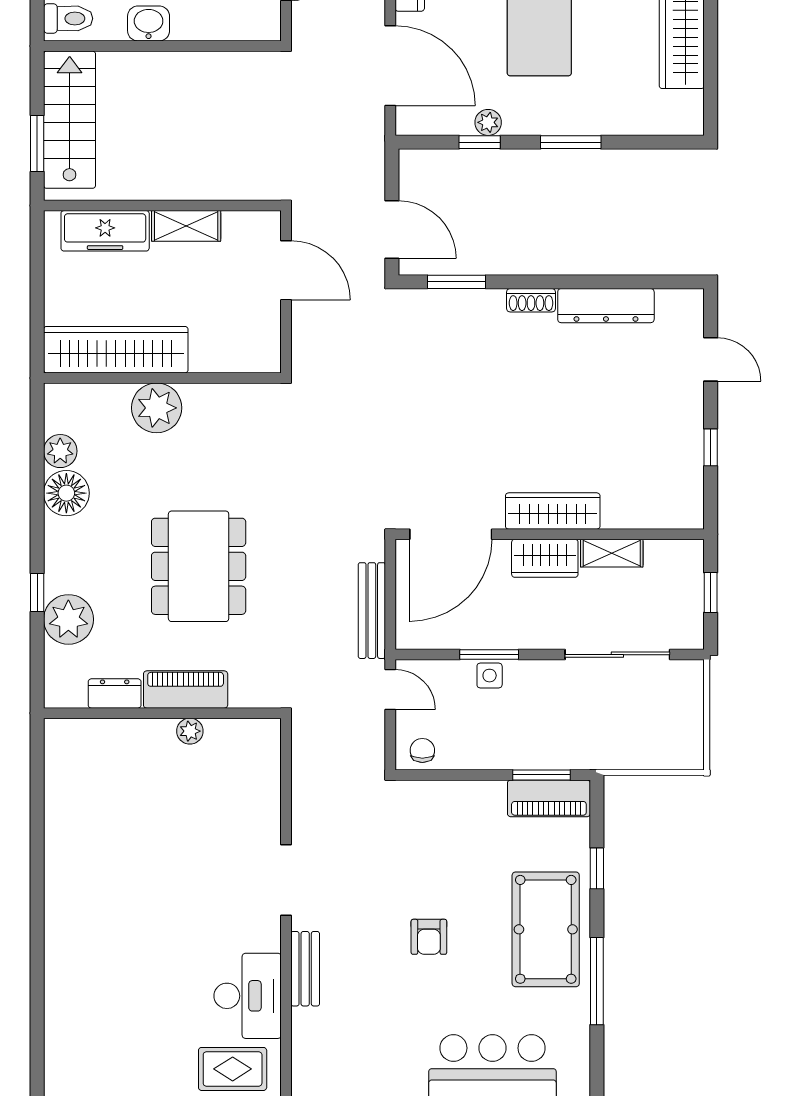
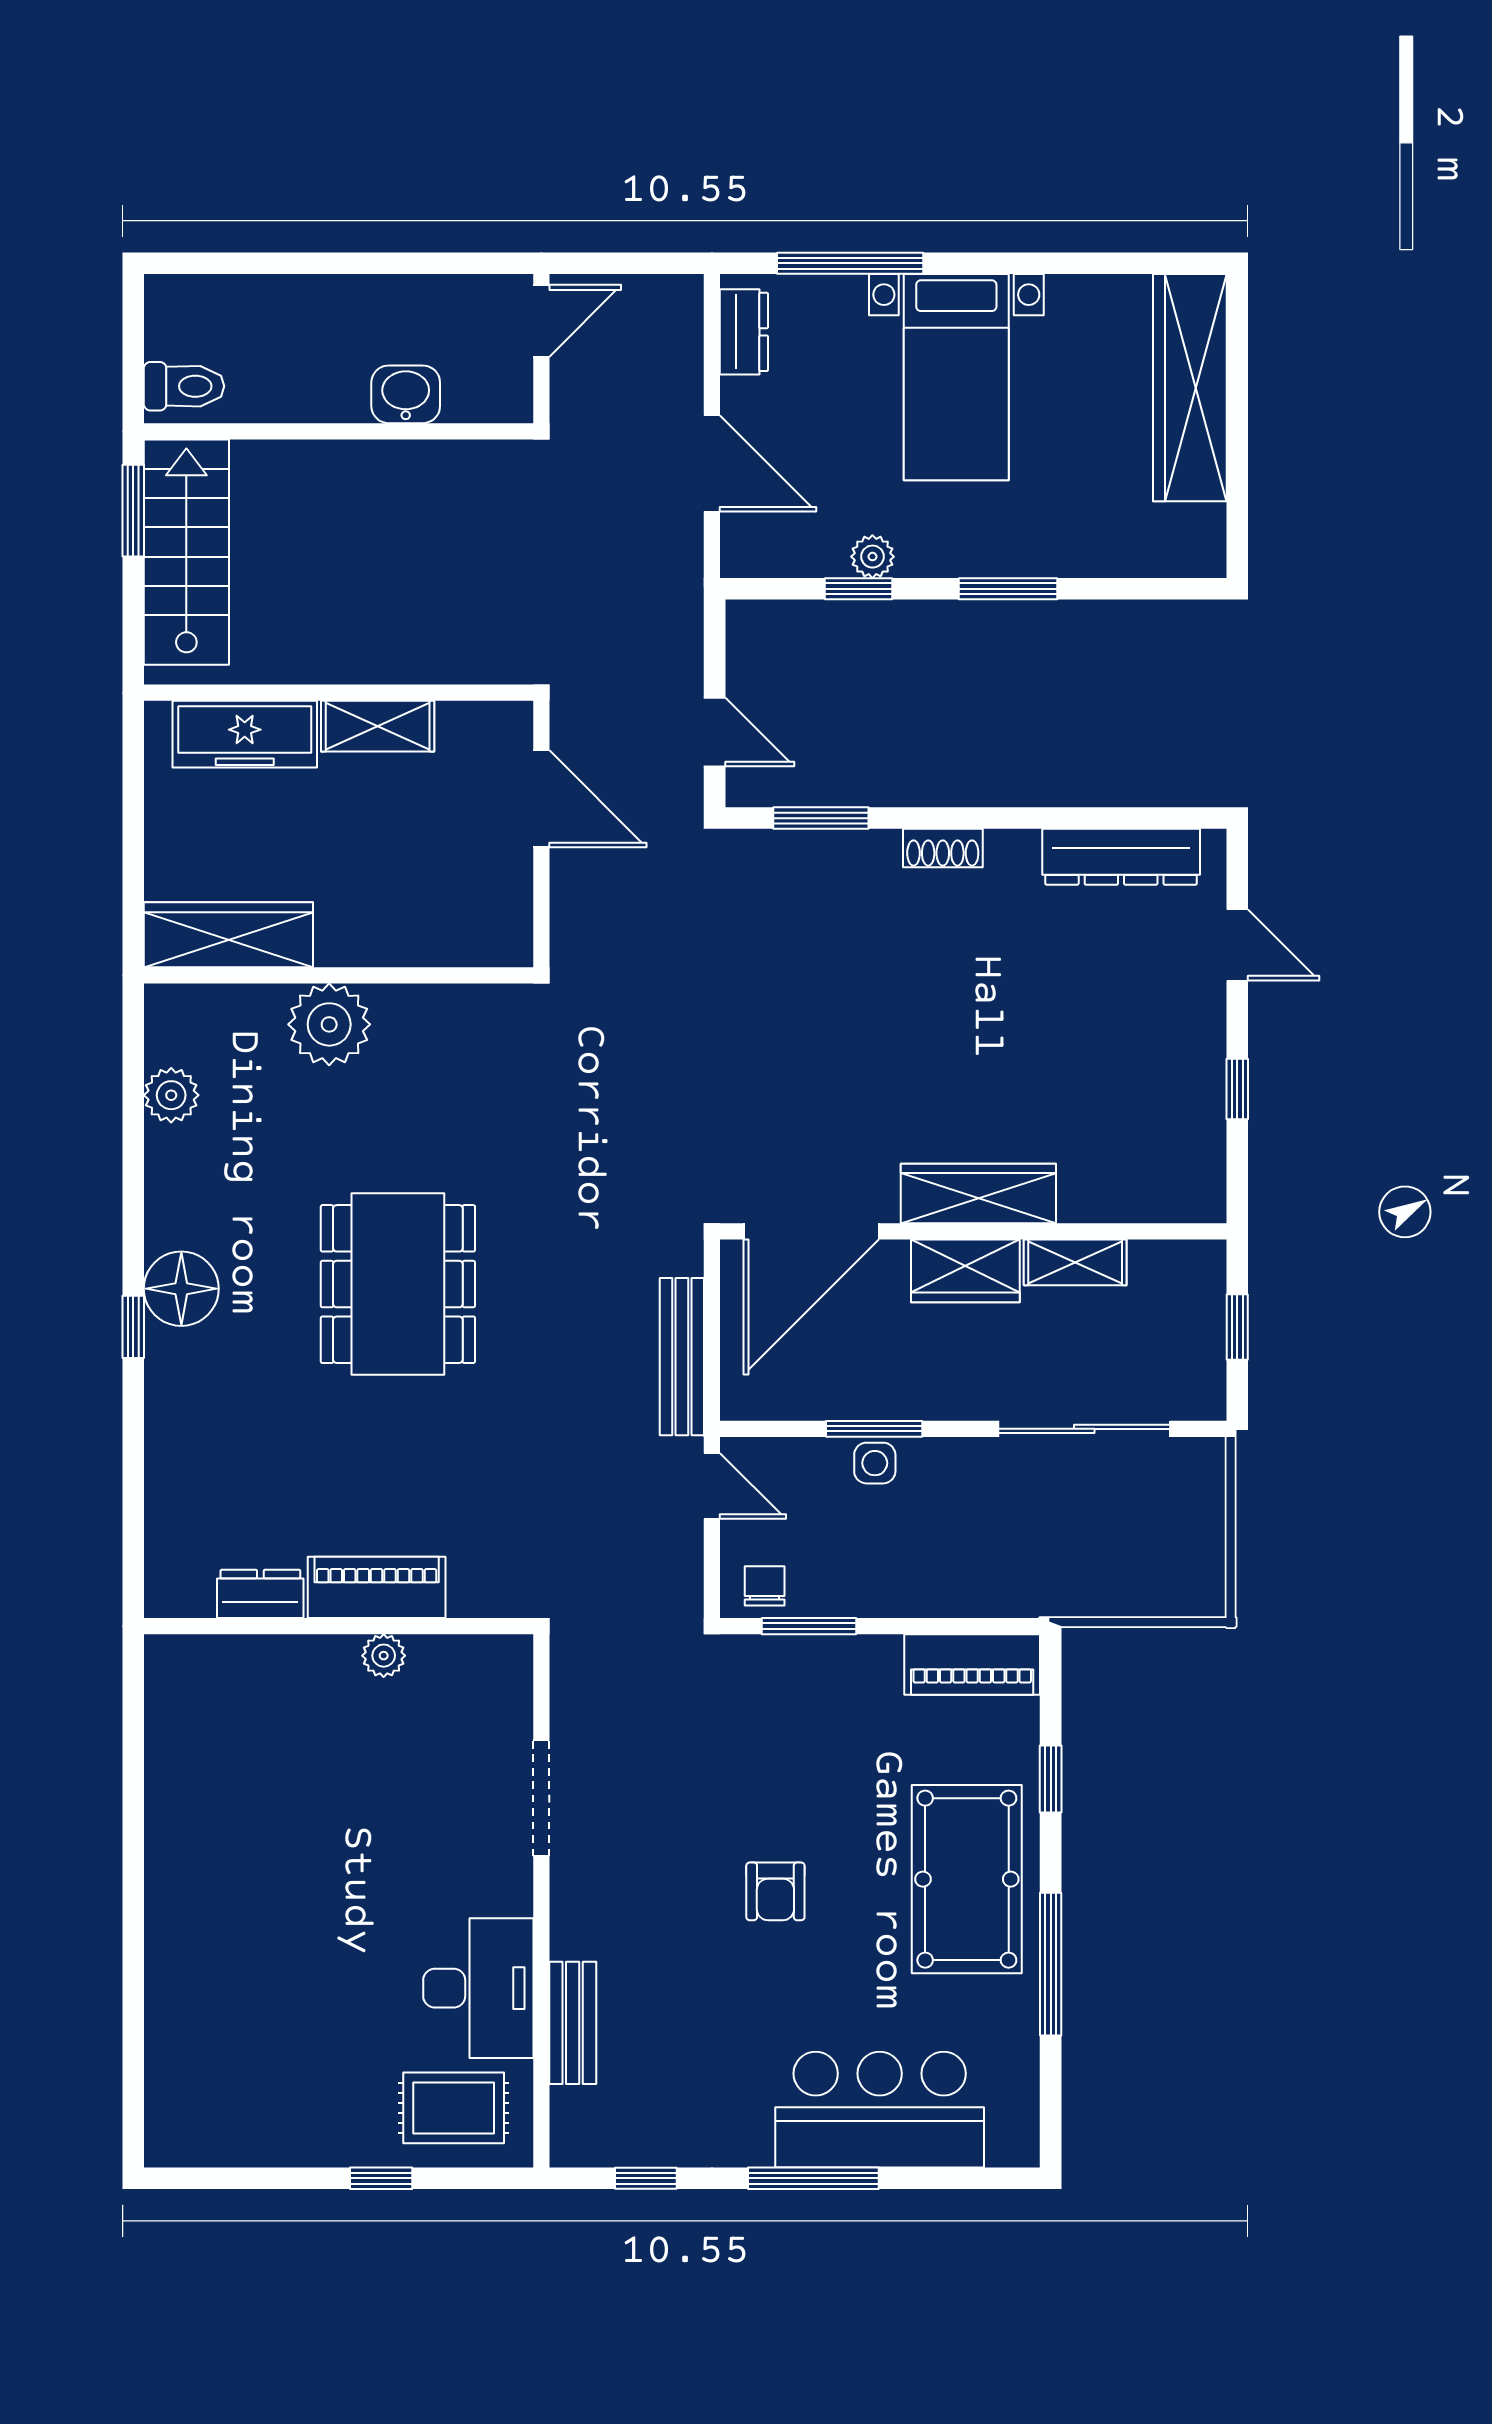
washbasin: (149, 23) -> (406, 394), moved
door: (390, 66) -> (712, 464), width x0.73
window: (37, 143) -> (133, 511), moved
door: (392, 229) -> (715, 732), width x0.73
dresser: (606, 306) -> (1121, 857), moved
wardrobe: (116, 350) -> (228, 935), width x0.71, depth x0.85
floor lamp: (66, 493) -> (181, 1289), moved
plant: (68, 619) -> (185, 1371), removed
piano: (186, 689) -> (377, 1587), moved
dresser: (115, 693) -> (260, 1594), moved
wall: (162, 713) -> (339, 1626), moved
plant: (190, 731) -> (384, 1656), moved
window: (541, 775) -> (809, 1626), moved
bench: (305, 969) -> (573, 2023), moved

